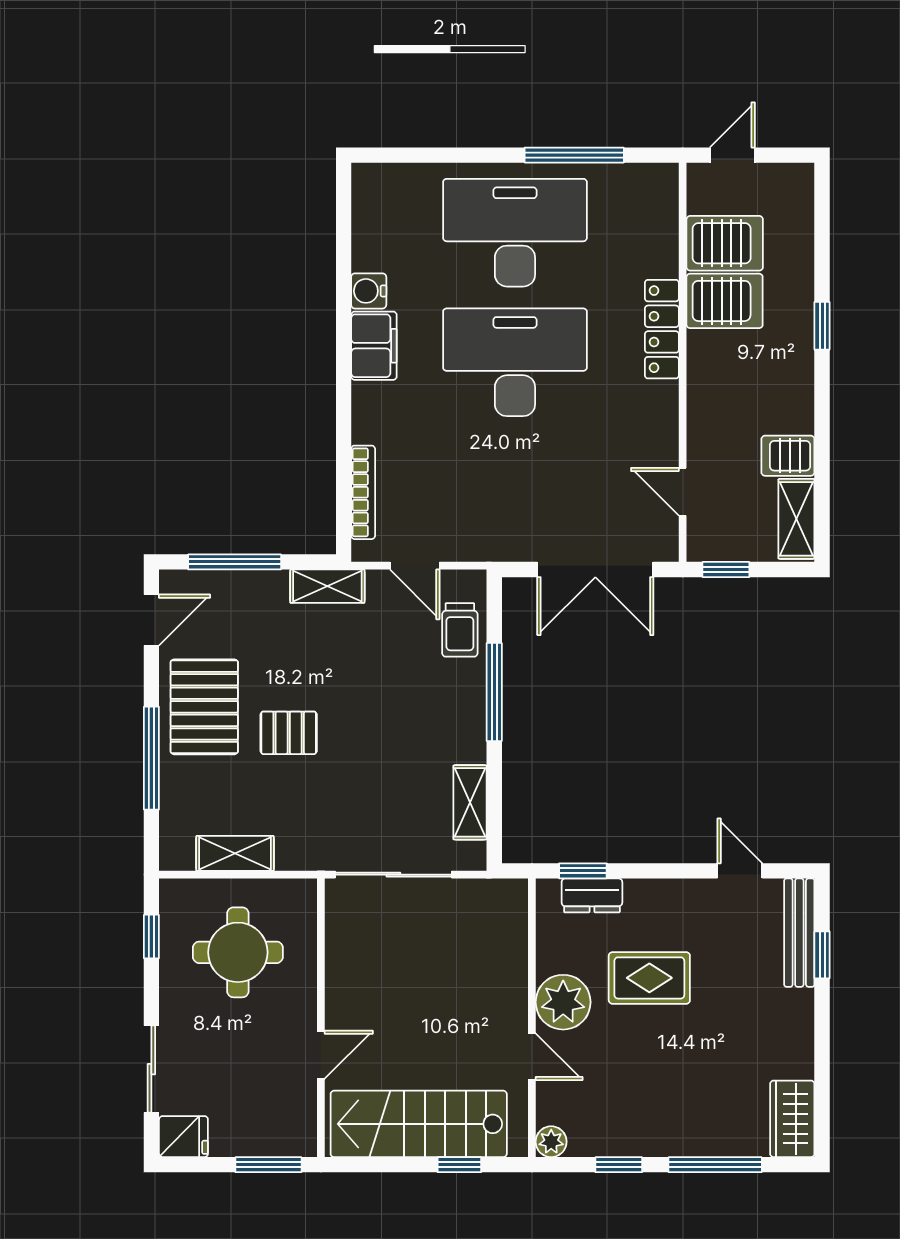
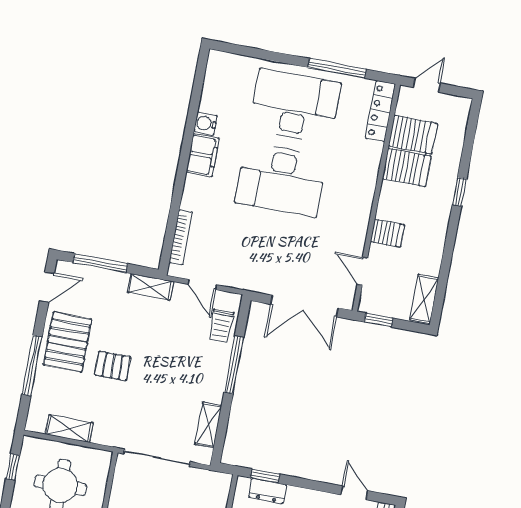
locker: (662, 329) -> (380, 111), moved
desk: (515, 362) -> (281, 180), turned 180
server rack: (788, 456) -> (387, 233), moved, turned 180

